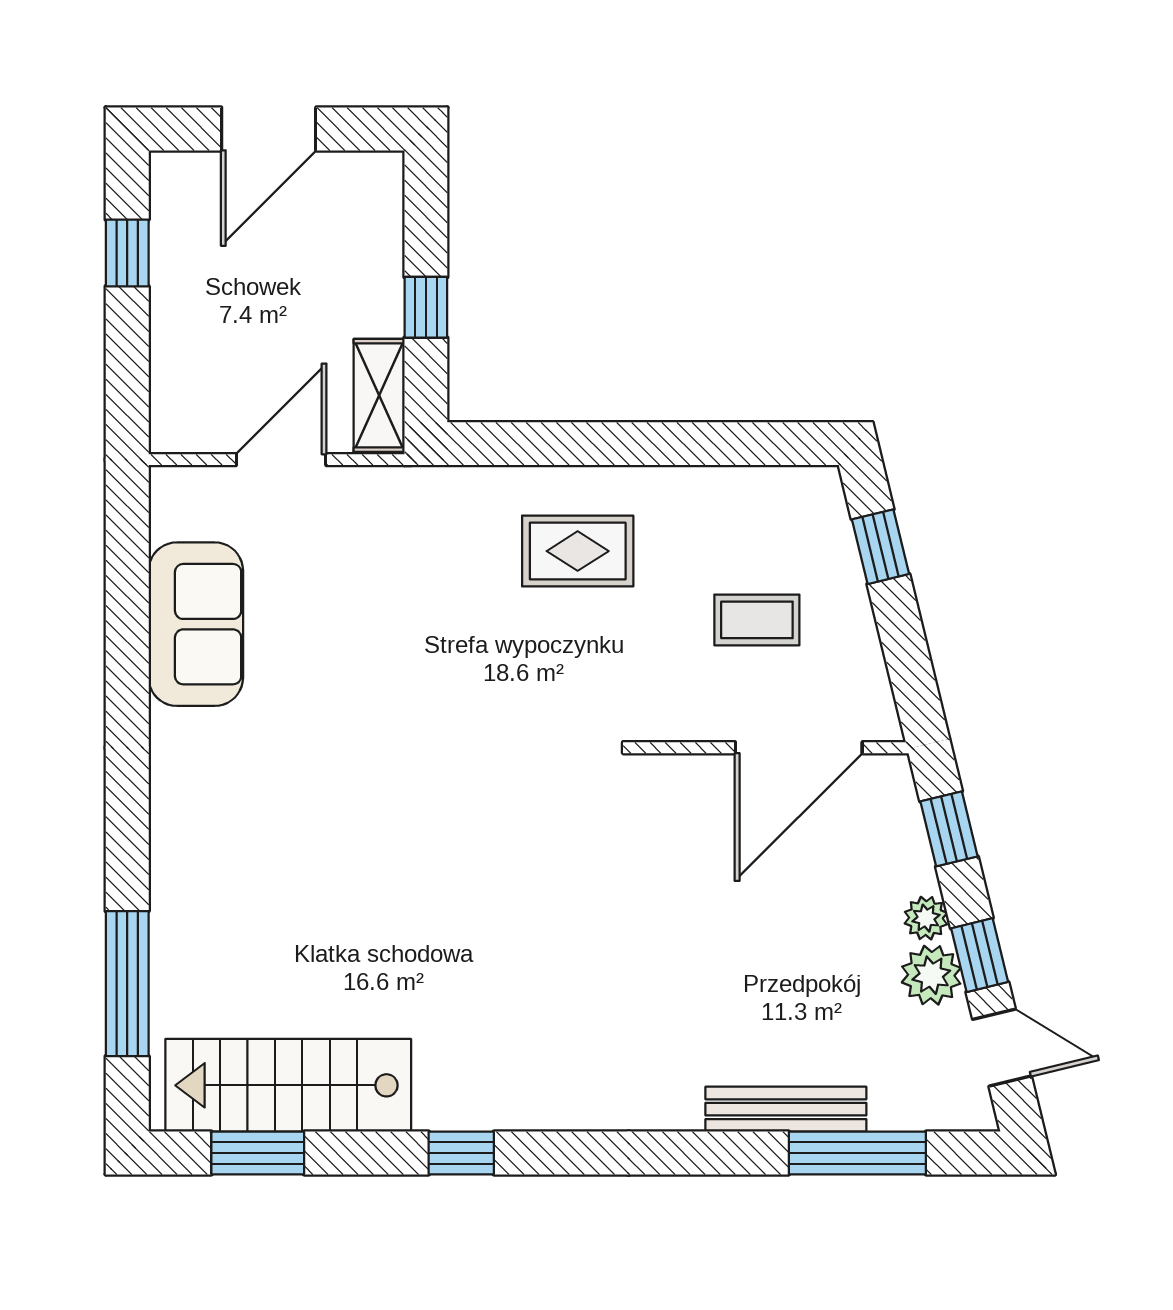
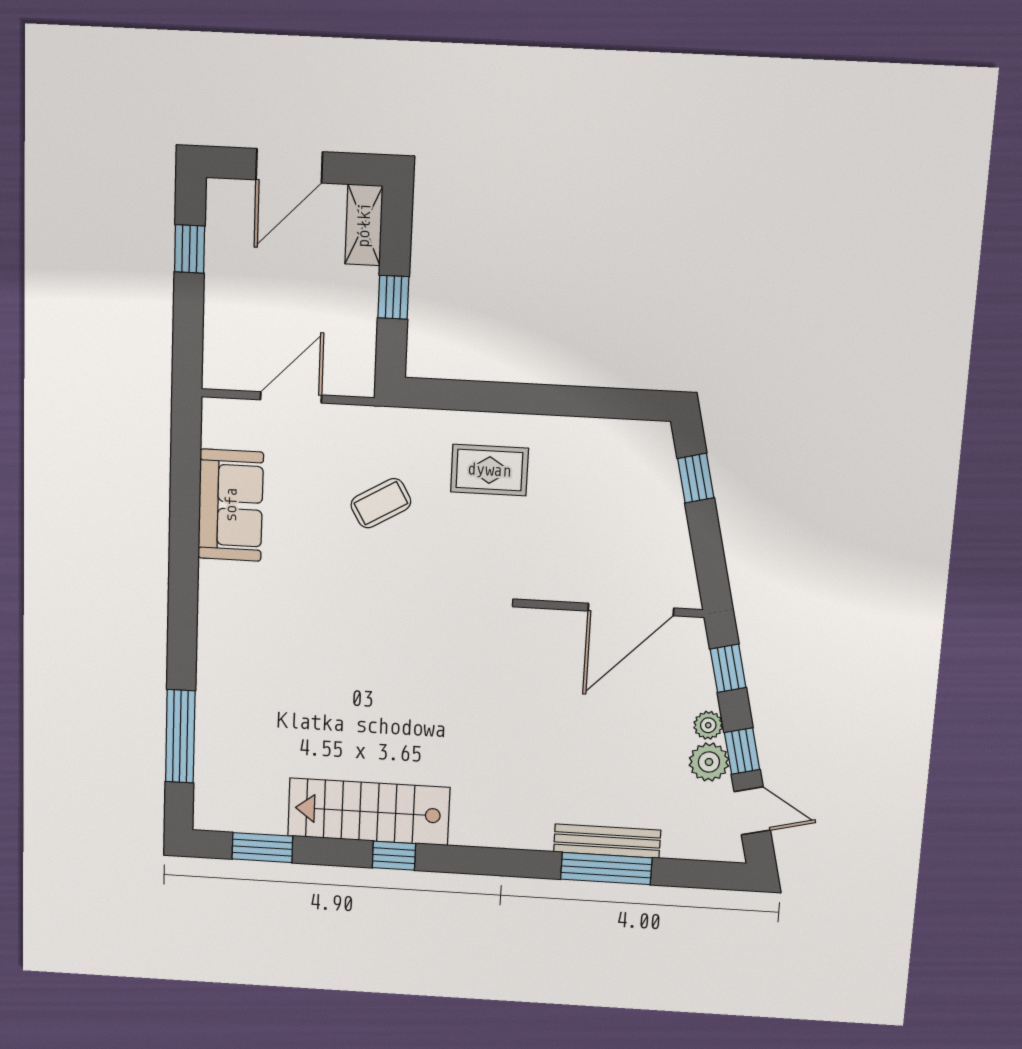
shelving: (379, 395) -> (364, 225), moved
coffee table: (757, 620) -> (381, 503), moved, turned -30
stairs: (288, 1085) -> (369, 812), moved
window: (857, 1153) -> (606, 869), moved

